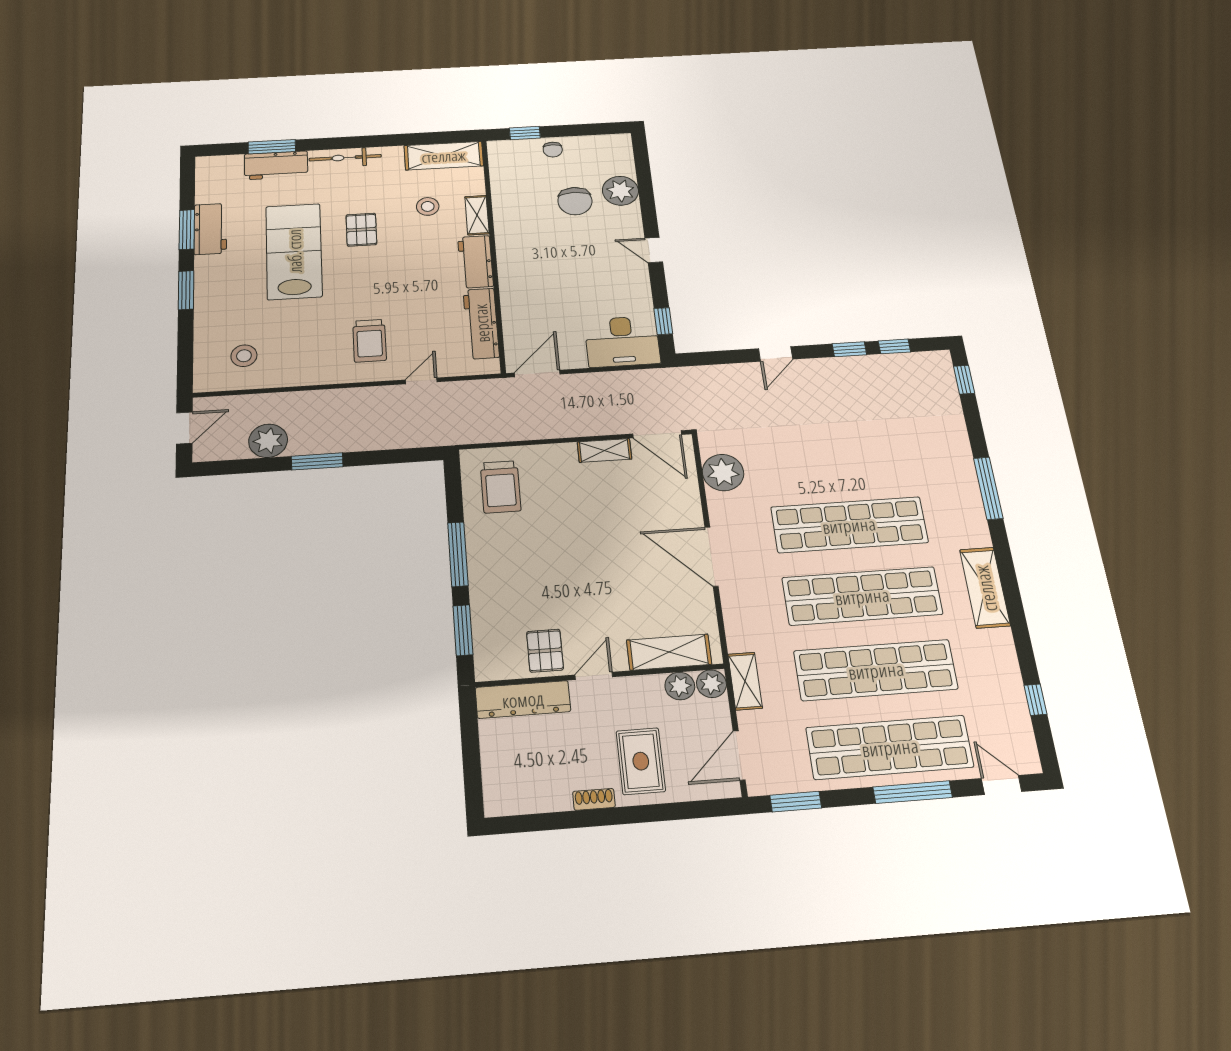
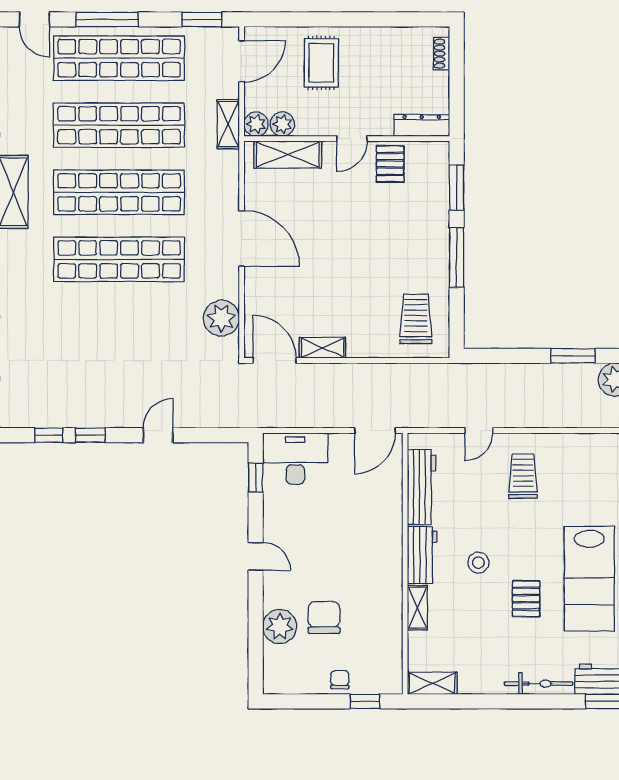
shelving: (444, 156) -> (432, 683), width x0.67, depth x0.75
stool: (428, 206) -> (478, 563), moved
dresser: (523, 699) -> (422, 125), width x0.73, depth x0.80
shoe rack: (594, 799) -> (442, 54), moved, turned 90

